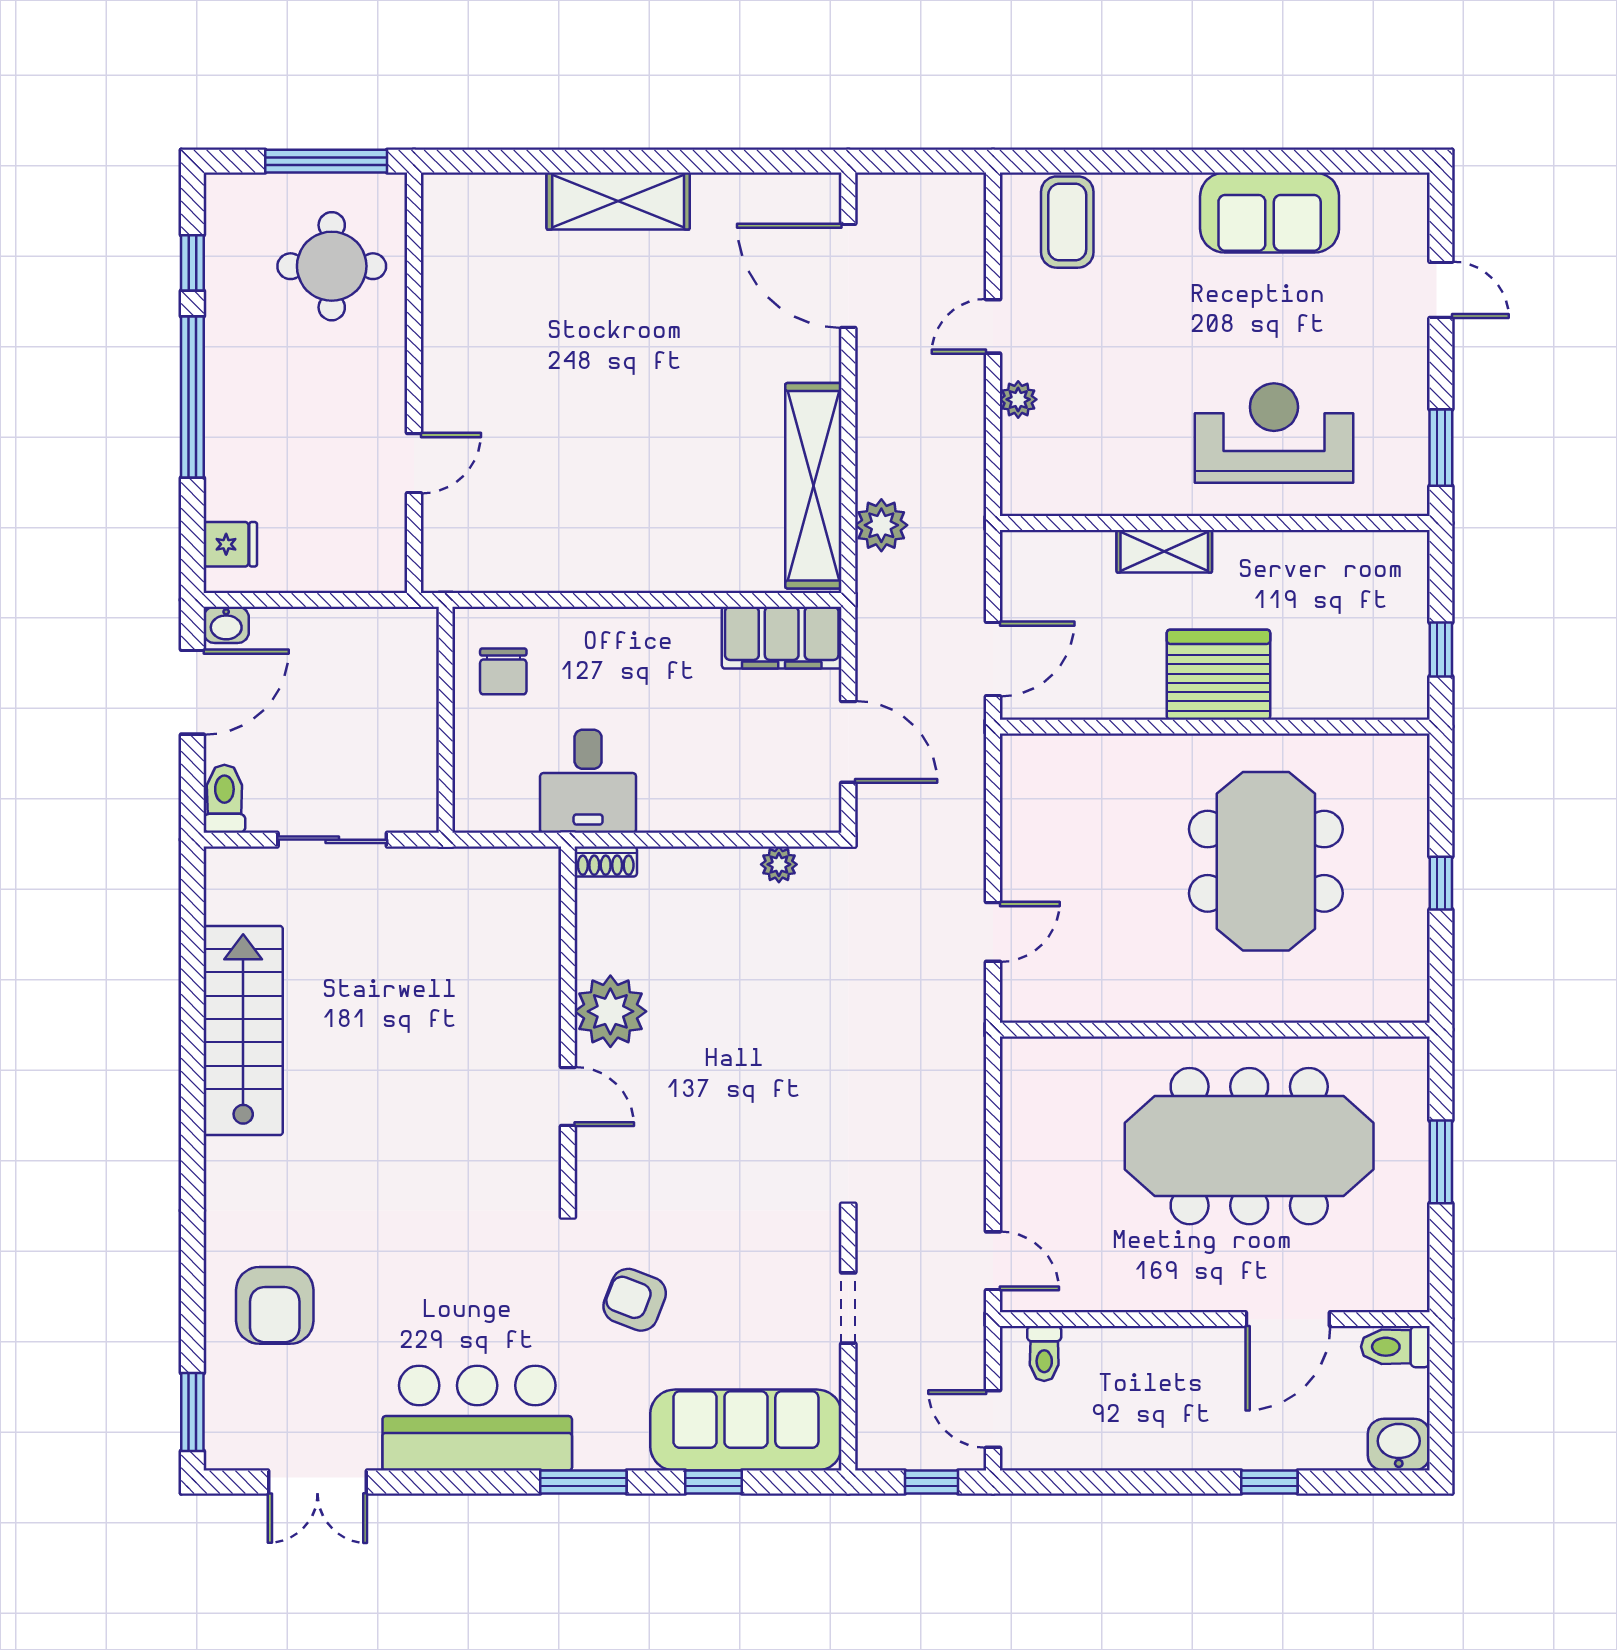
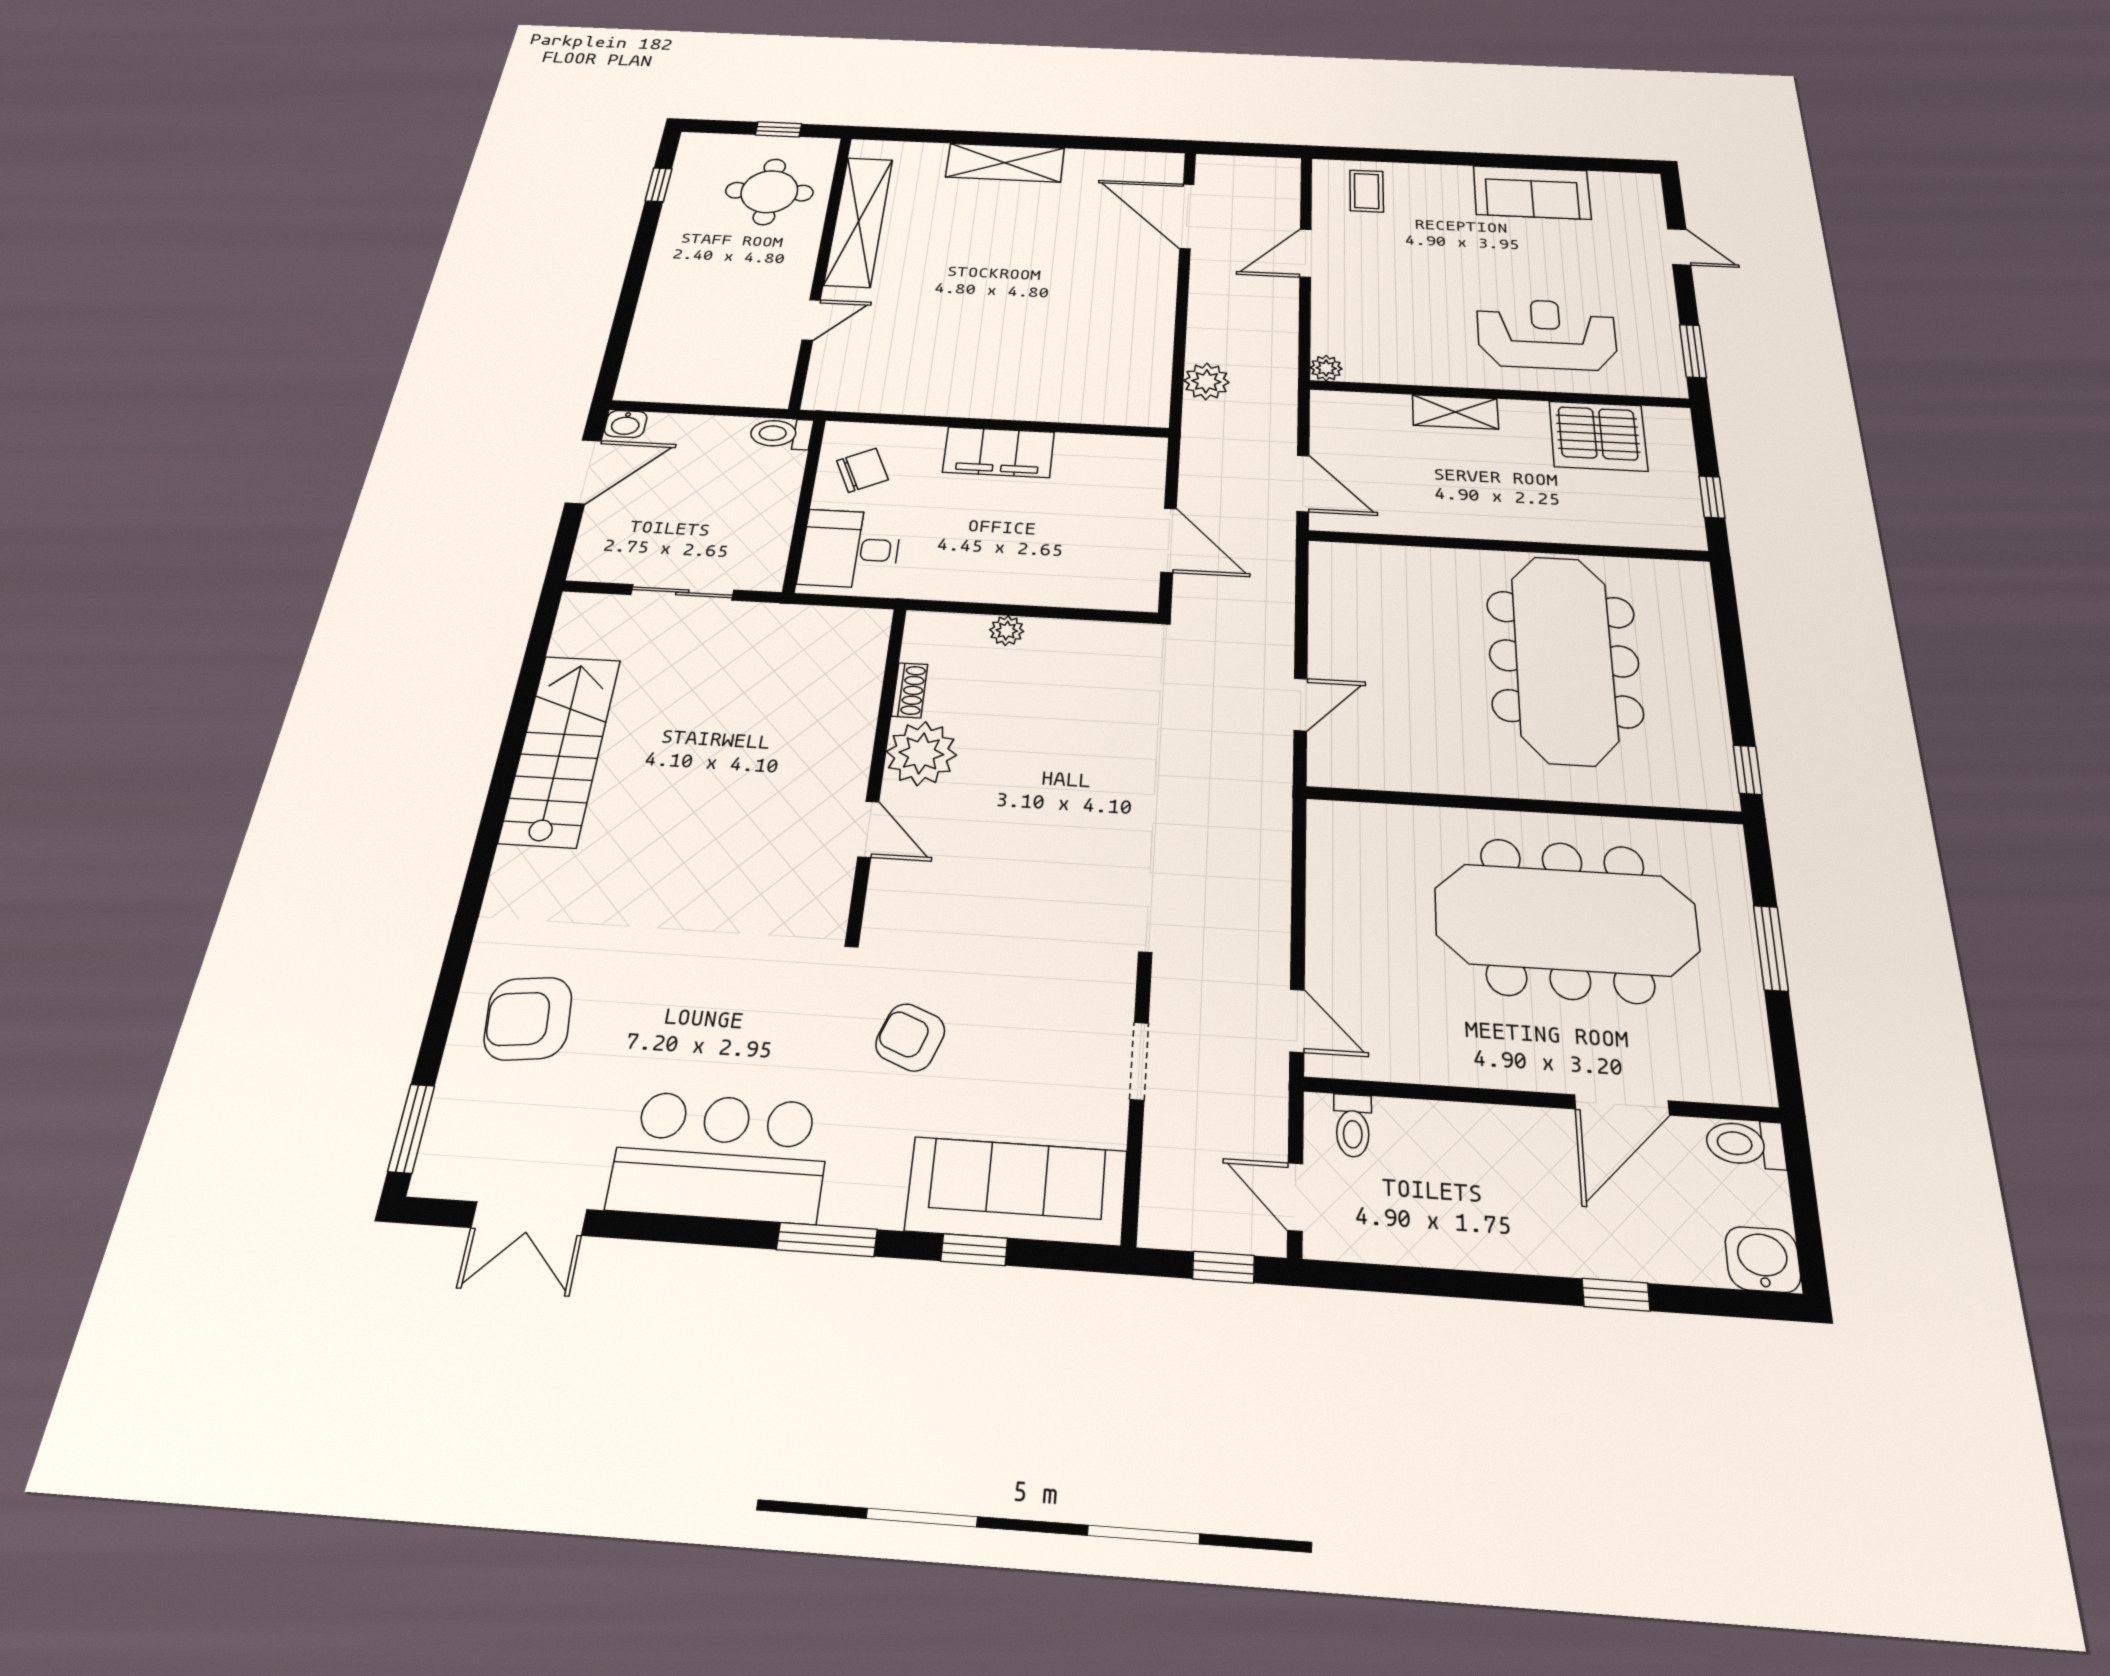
window: (326, 161) -> (778, 129), width x0.46
coffee table: (1067, 222) -> (1367, 191), width x0.73, depth x0.77
door: (993, 326) -> (1305, 253), width x1.37
window: (192, 397) -> (637, 268), removed
plant: (1018, 399) -> (1326, 368), moved
shelving: (813, 486) -> (859, 221), moved
fridge: (230, 544) -> (643, 367), removed
filing cabinet: (782, 638) -> (999, 452), moved
door: (993, 659) -> (1303, 483), hinge flipped
chair: (503, 671) -> (862, 470), turned -115
server rack: (1218, 675) -> (1598, 436), moved, turned 180
desk: (588, 781) -> (850, 549), moved, turned 90
toilet: (224, 799) -> (781, 434), moved, turned -90
meeting table: (1266, 861) -> (1564, 658), width x1.36
shoe rack: (606, 862) -> (910, 690), moved, turned -90
plant: (779, 864) -> (1007, 631), moved
window: (1441, 883) -> (1748, 770), moved
armchair: (275, 1305) -> (528, 1018), turned 84

